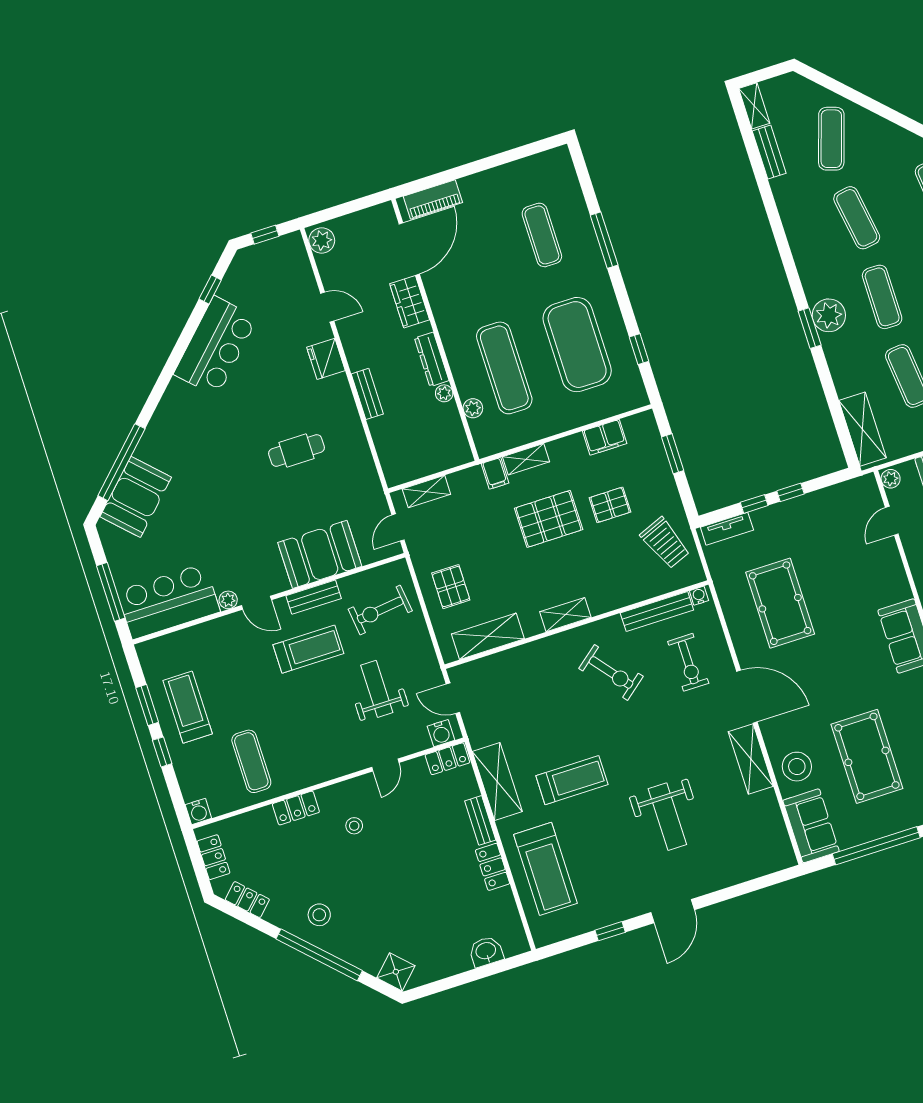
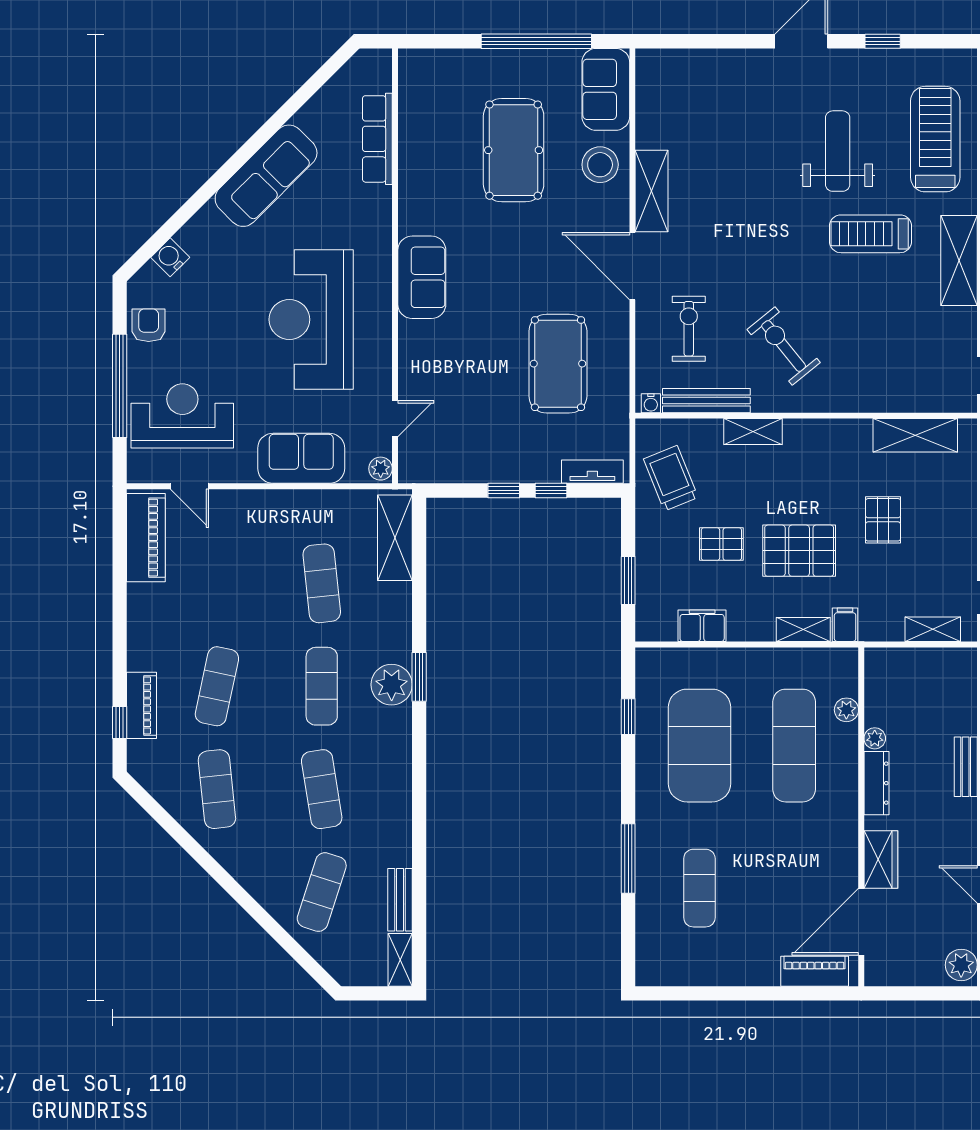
pallet: (451, 587) -> (883, 520), moved
shelving: (565, 615) -> (753, 432), moved
weight bench: (667, 817) -> (838, 151), moved

